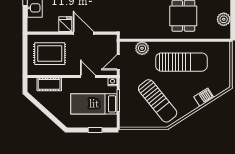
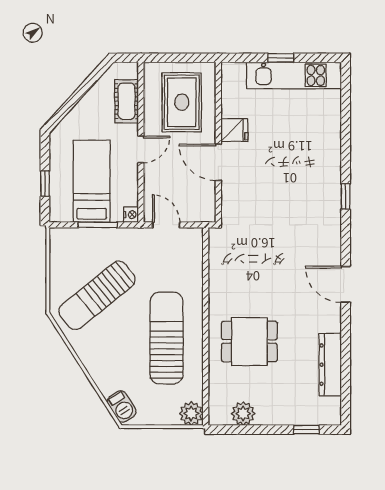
door: (83, 33) -> (218, 162), swing flipped
plant: (142, 48) -> (191, 413), moved
sun lounger: (181, 62) -> (167, 338), turned 180
door: (88, 76) -> (141, 149), moved
barbecue: (204, 97) -> (122, 406), moved

